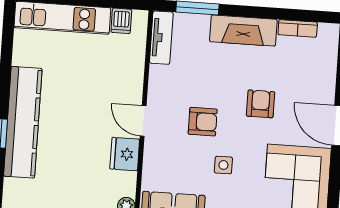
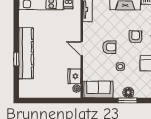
fridge: (125, 154) -> (74, 76), moved

